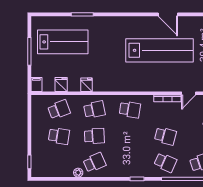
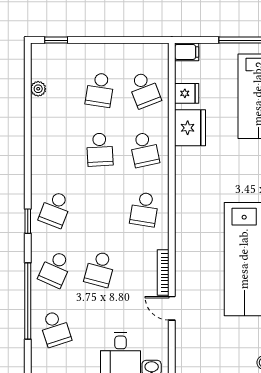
fridge: (86, 85) -> (190, 128), width x1.88, depth x1.34
school desk: (94, 163) -> (55, 209), moved, turned 45
plant: (78, 173) -> (38, 89), moved

